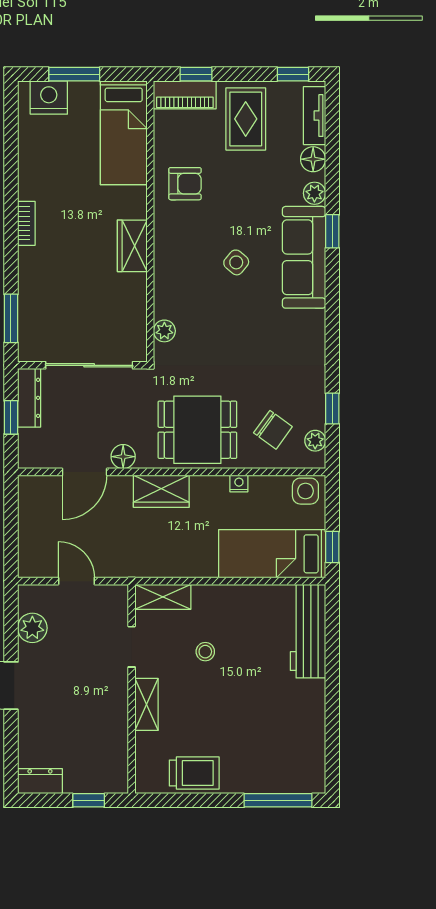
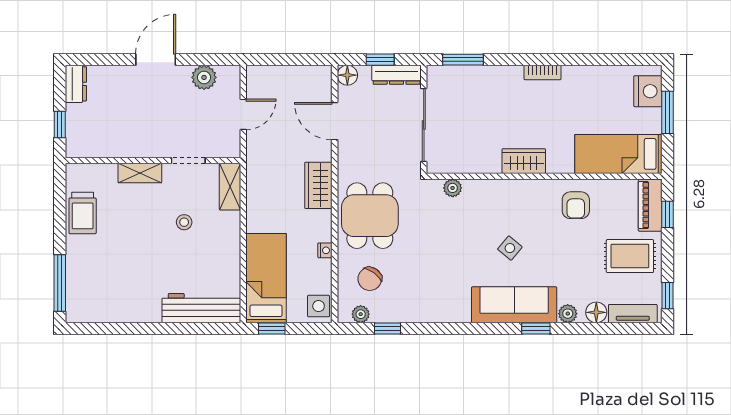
floor lamp: (123, 457) -> (347, 75), moved

